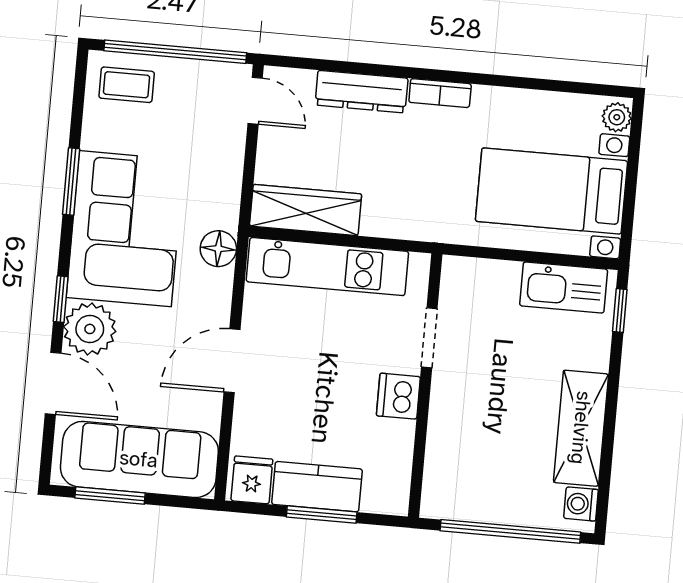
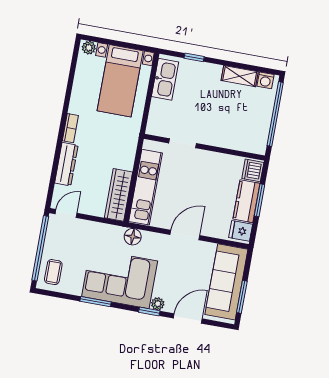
window: (620, 311) -> (194, 57), moved
plant: (90, 329) -> (158, 304), width x0.53, depth x0.53
door: (232, 361) -> (185, 235), swing flipped
dishwasher: (398, 396) -> (253, 170), moved, turned 90
shelving: (581, 428) -> (240, 76), width x0.67, depth x0.75

